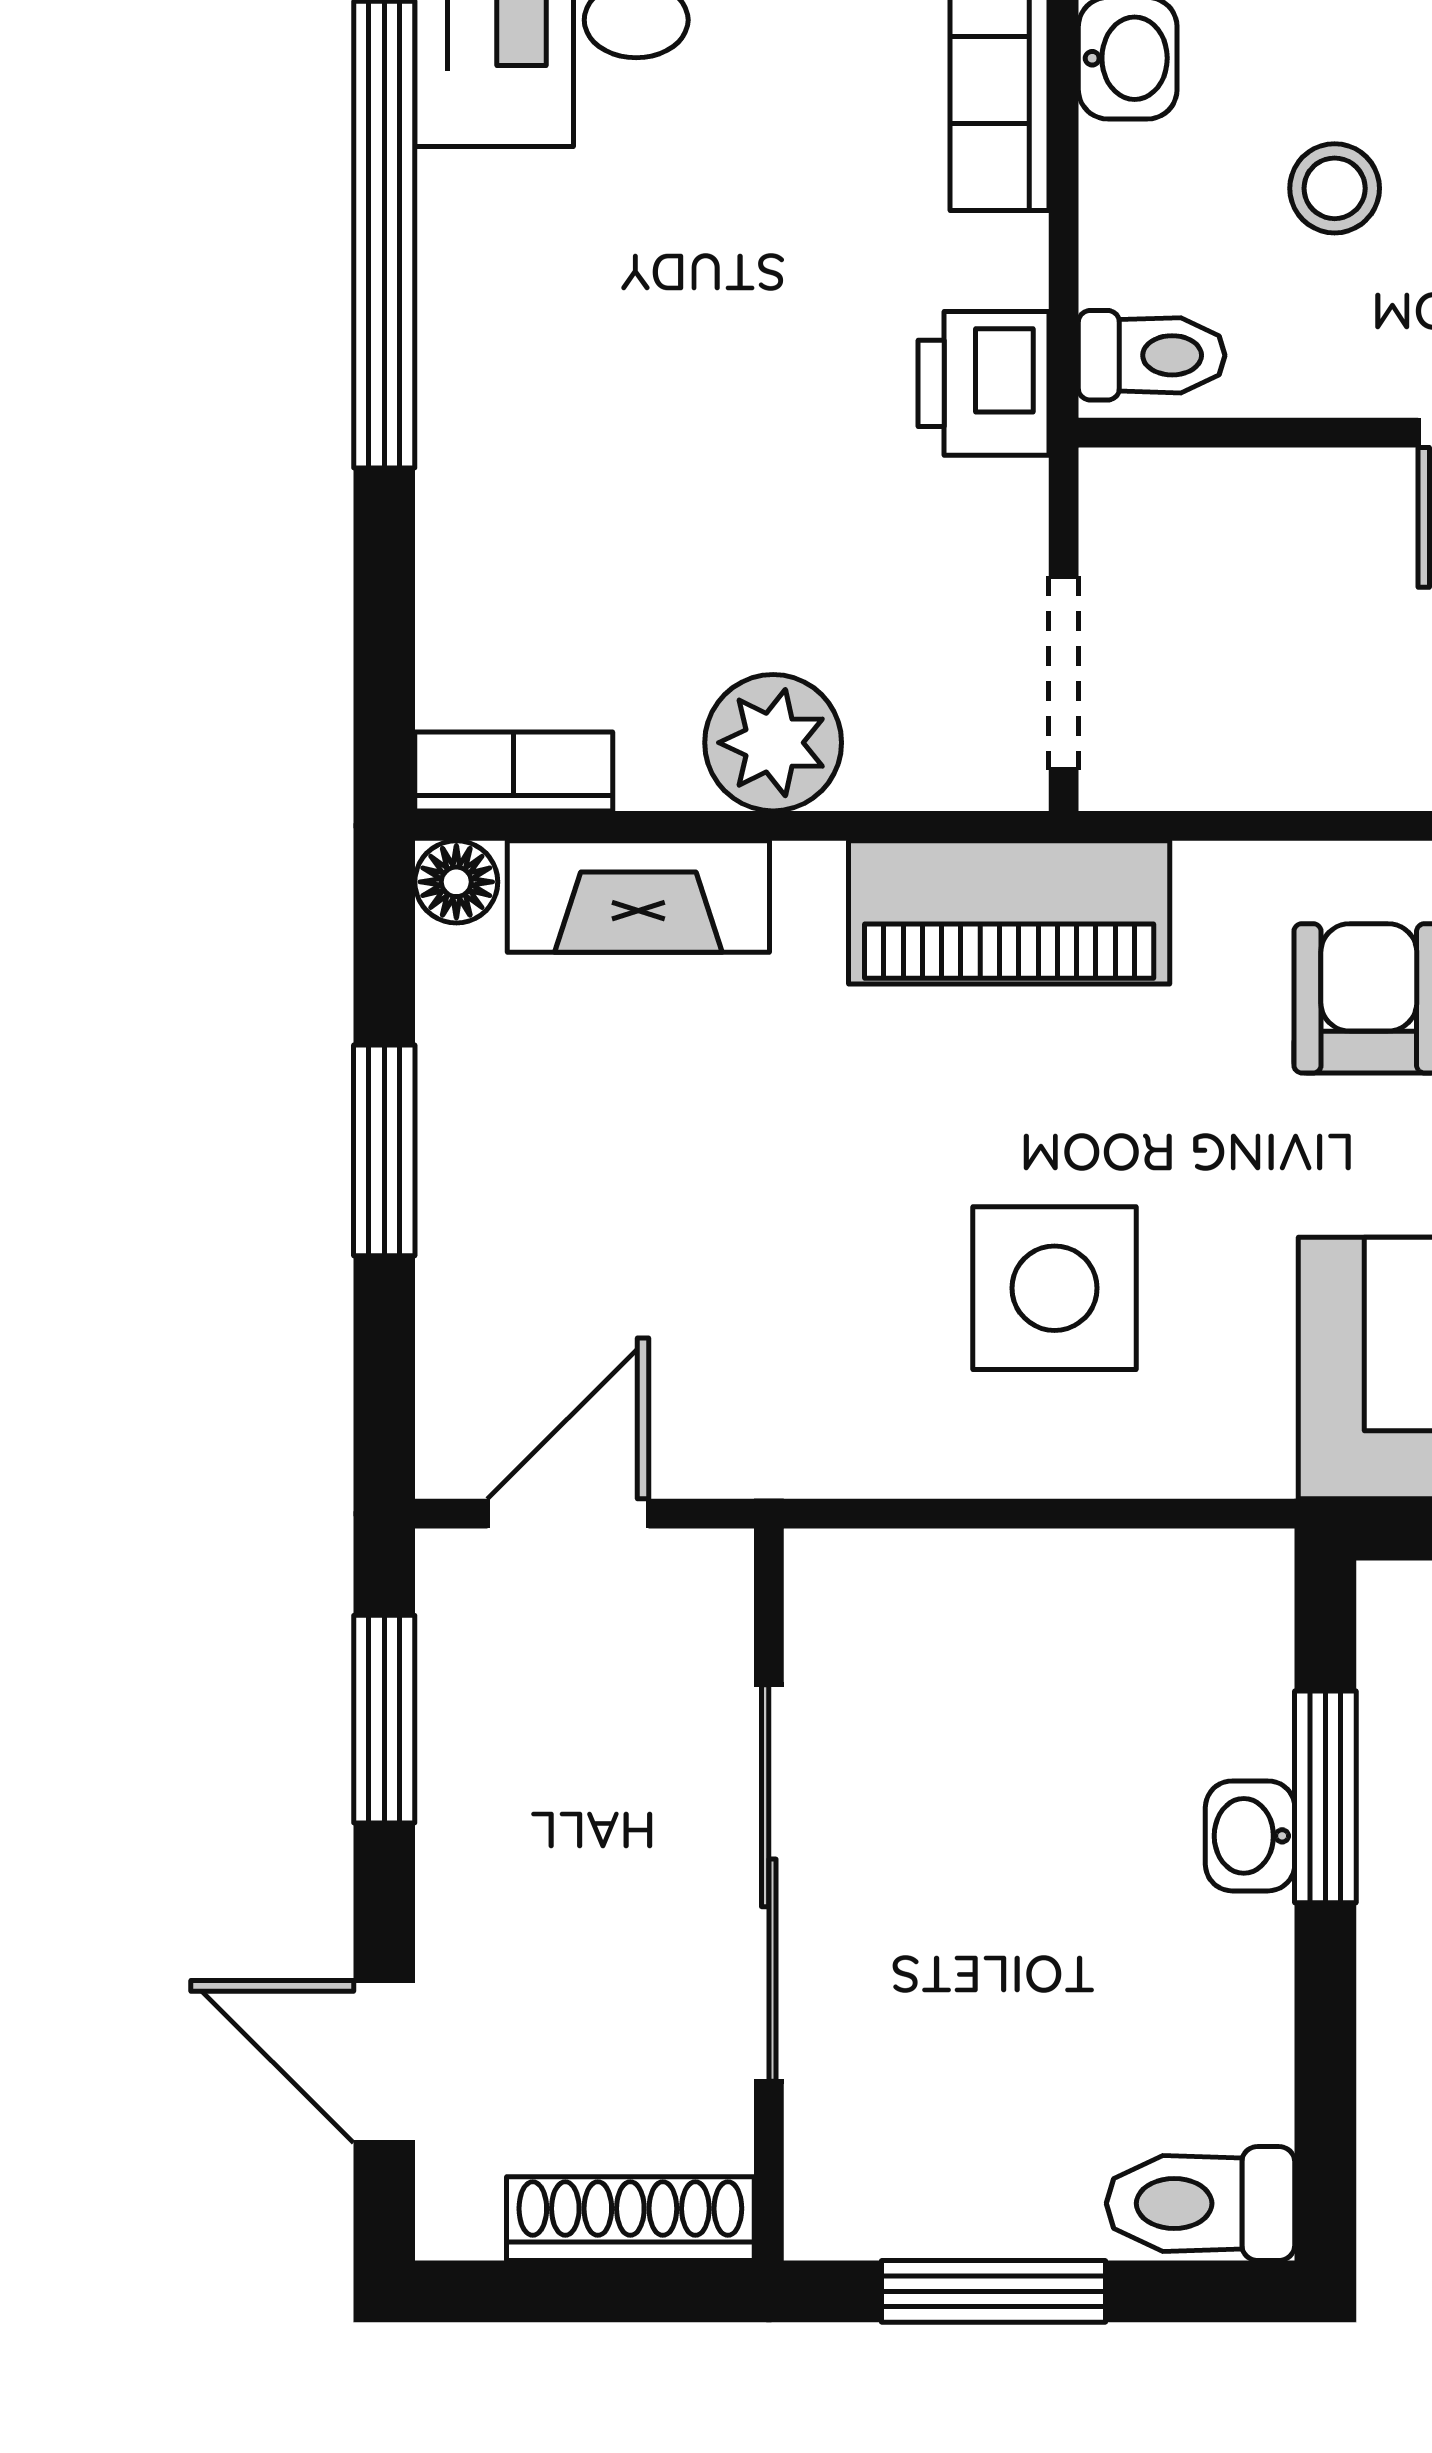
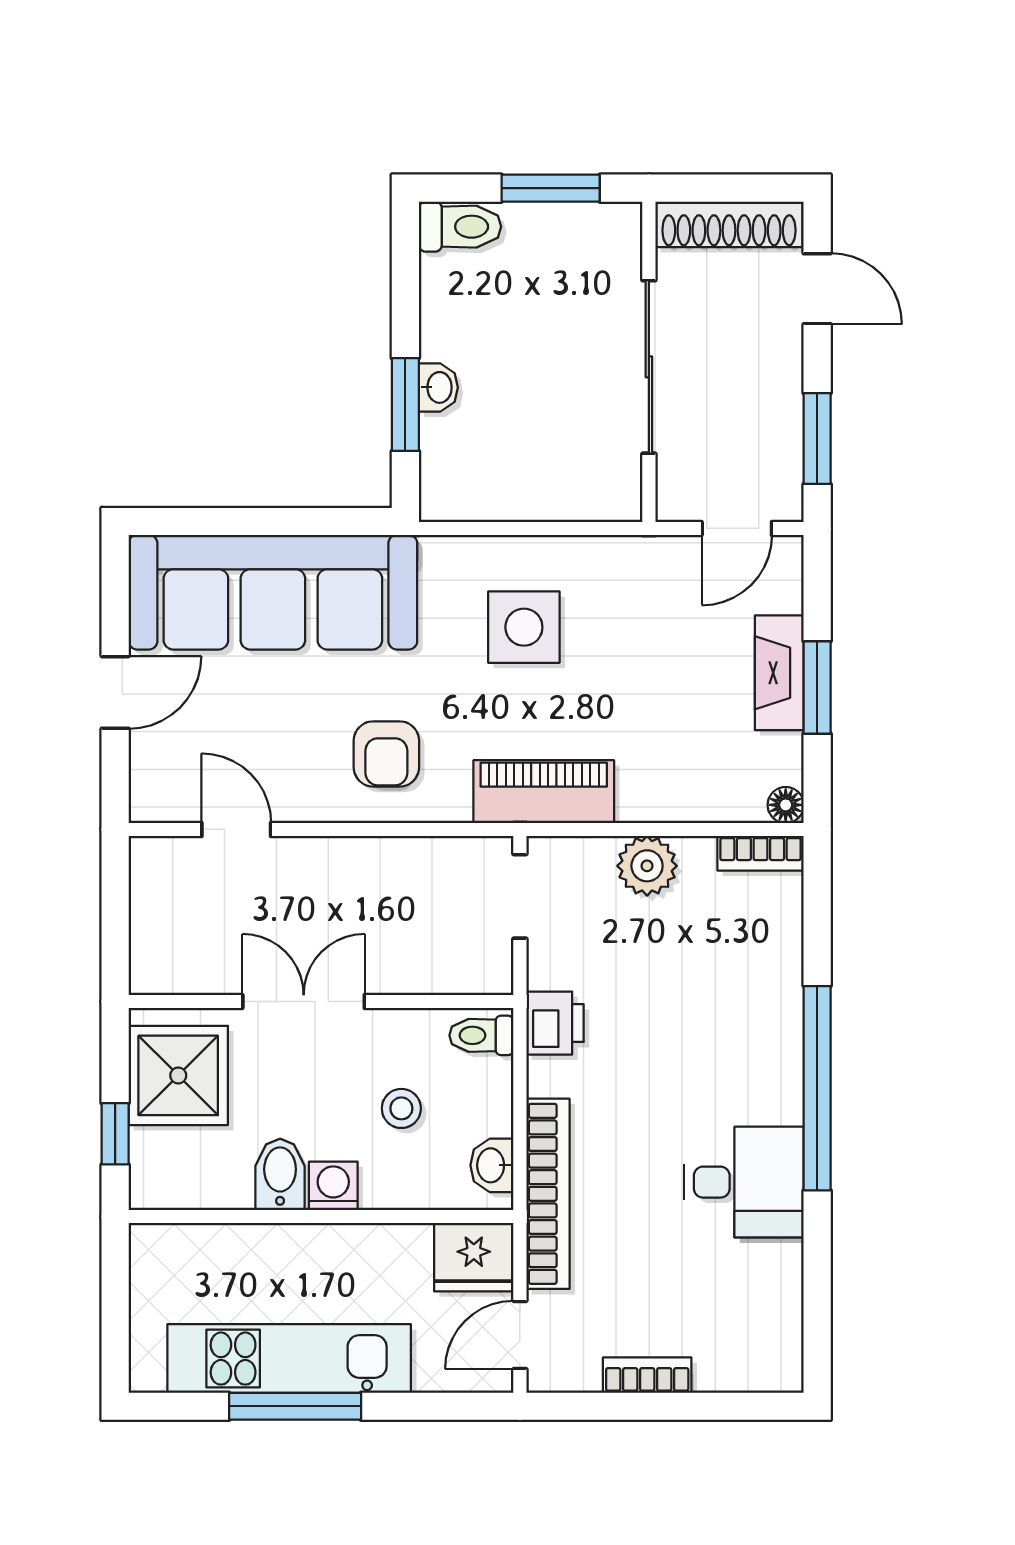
fireplace: (638, 896) -> (779, 673), moved, turned -90
shoe rack: (630, 2219) -> (729, 224), width x1.36, depth x1.24

